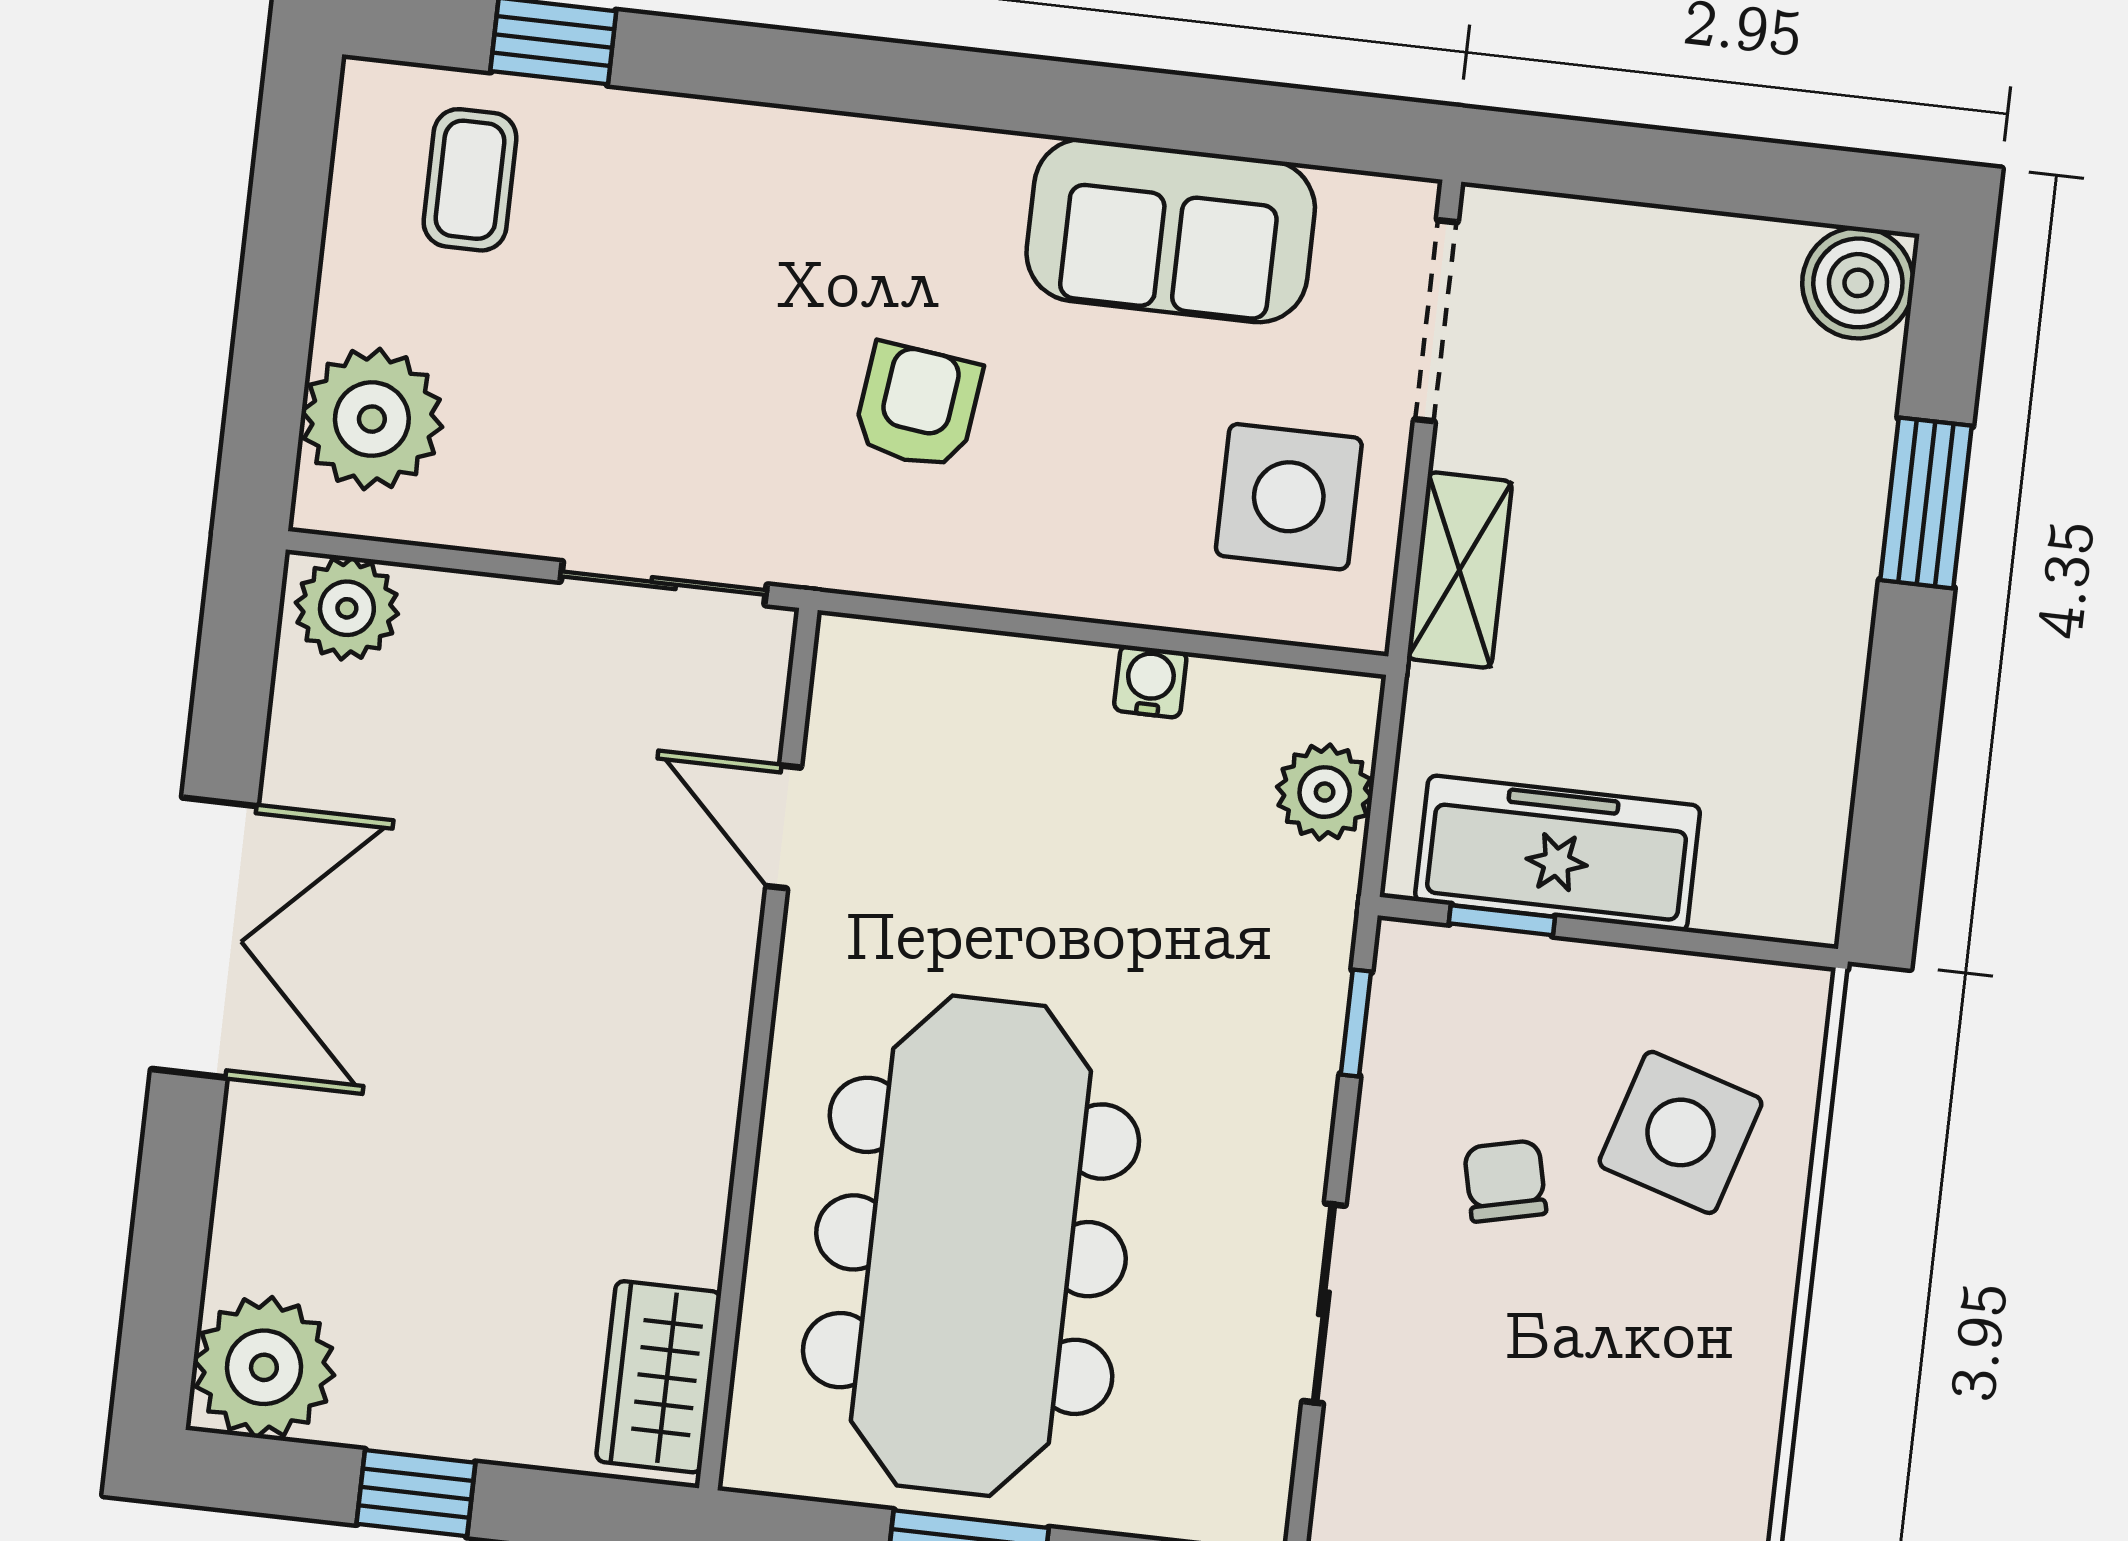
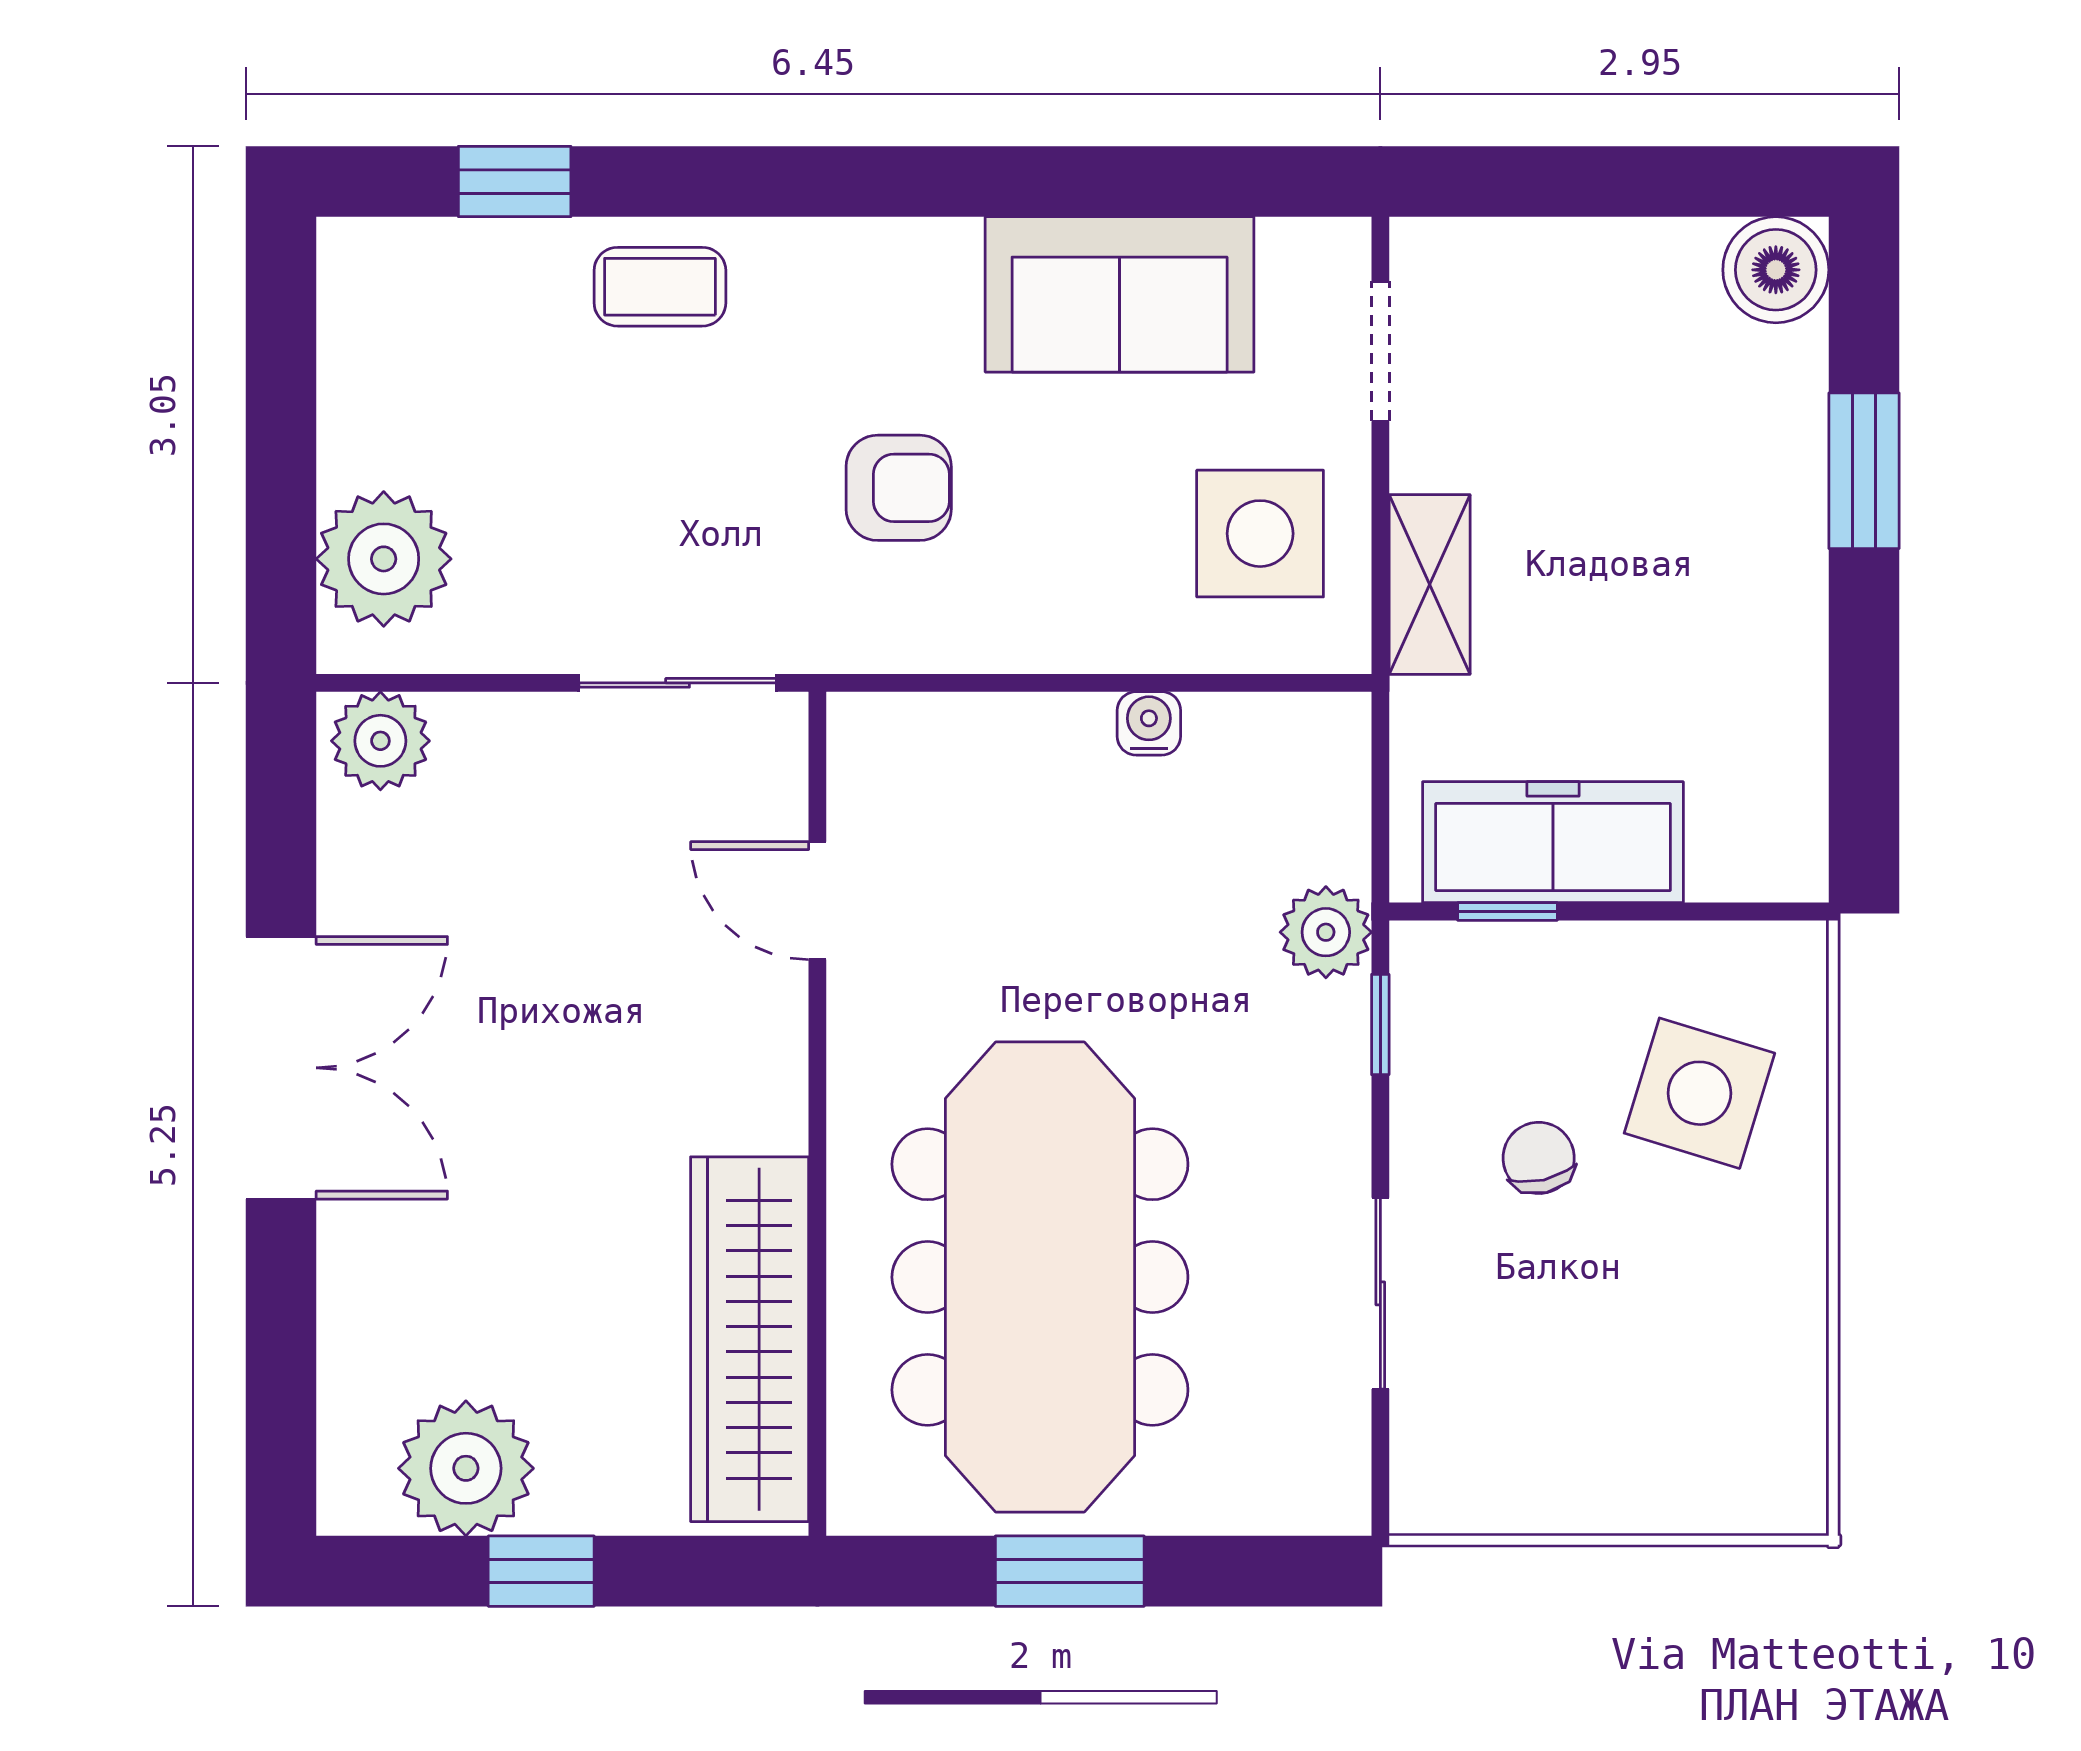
coffee table: (470, 180) -> (660, 287), moved, turned 90
doorway: (1436, 321) -> (1380, 351), width x0.73
armchair: (917, 406) -> (899, 488), turned 83
plant: (1325, 792) -> (1326, 932), moved
plant: (264, 1367) -> (466, 1468), moved
wardrobe: (659, 1377) -> (750, 1339), width x2.10, depth x1.17

